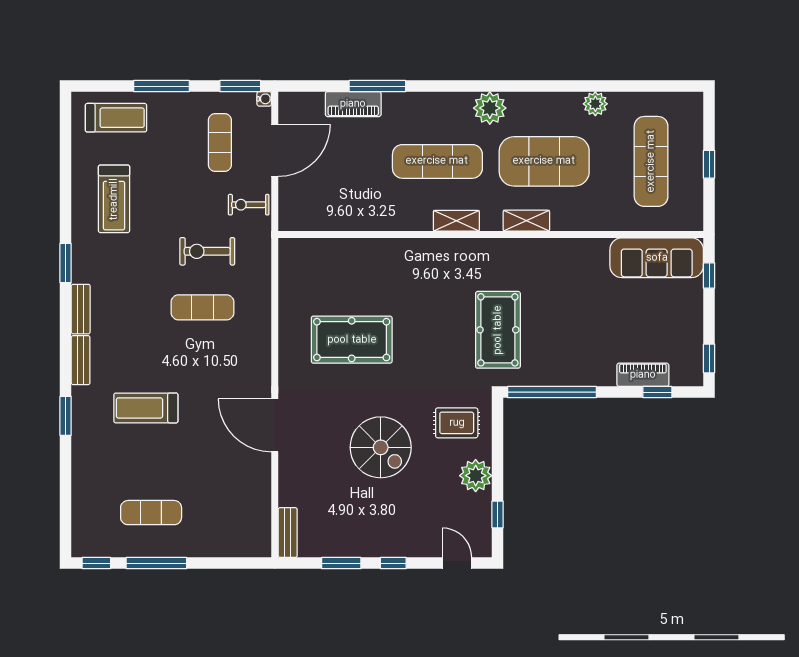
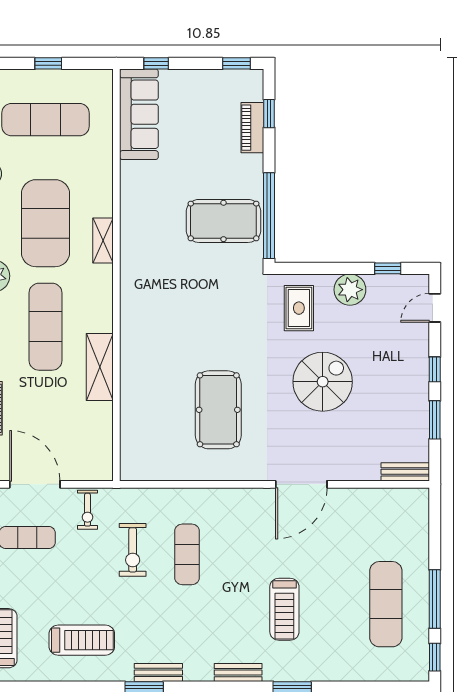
shelving: (456, 221) -> (100, 367), moved, width x1.50, depth x1.33
bench: (81, 309) -> (158, 672), moved
pool table: (498, 330) -> (223, 221), moved
exercise mat: (151, 513) -> (386, 604), width x1.36, depth x1.45

